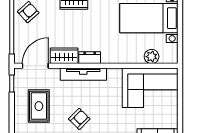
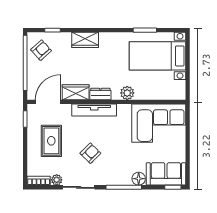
plant: (152, 57) -> (127, 93), moved

